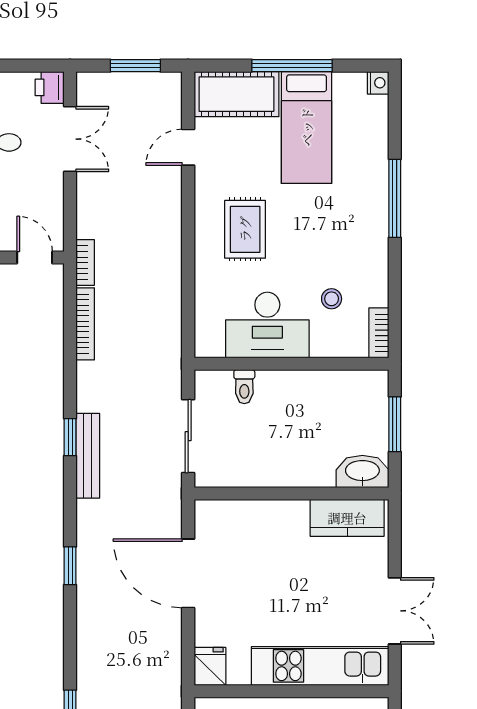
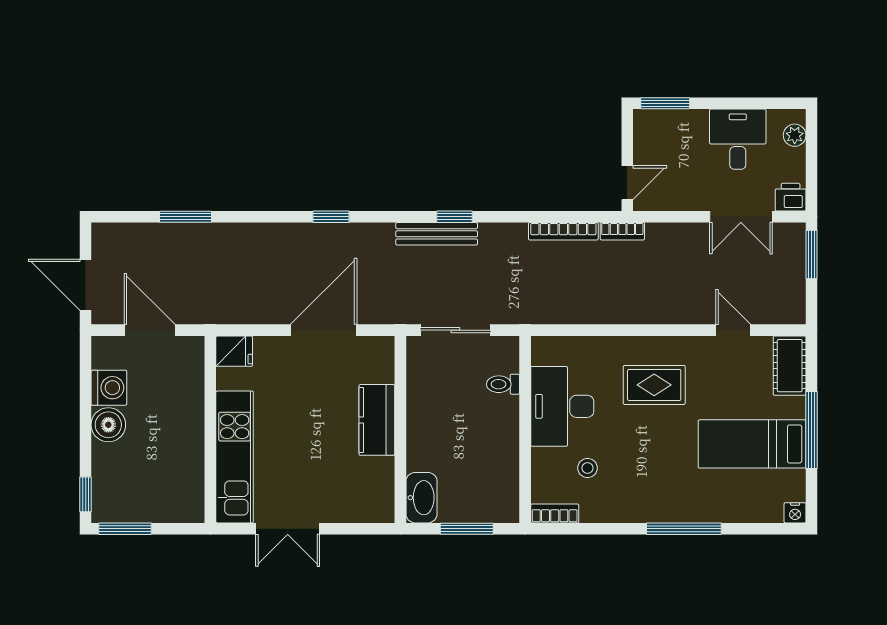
window: (135, 66) -> (812, 254), moved
cot: (236, 94) -> (790, 366), width x0.73, depth x0.75
kitchen counter: (347, 518) -> (377, 420), moved

